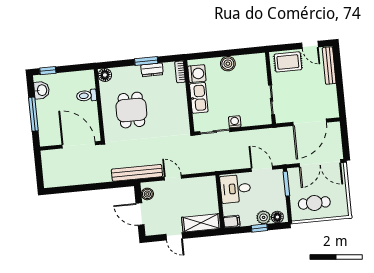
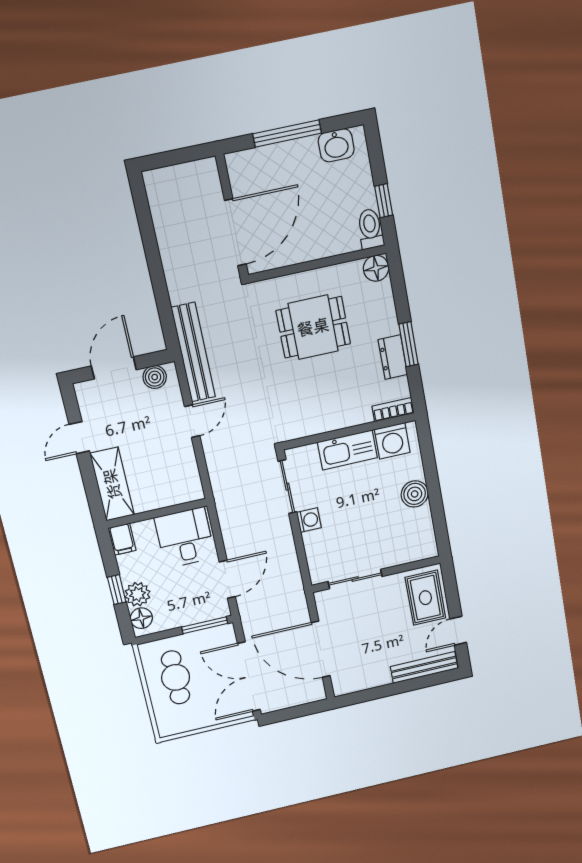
window: (48, 71) -> (384, 201), moved
toilet: (87, 96) -> (370, 229), moved

